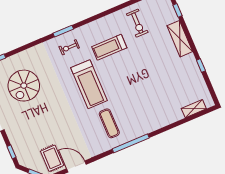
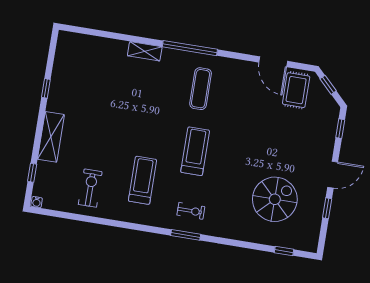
treadmill: (109, 47) -> (142, 180), turned -90
treadmill: (89, 84) -> (195, 151), width x0.73, depth x0.73
shelving: (194, 109) -> (145, 51), moved

